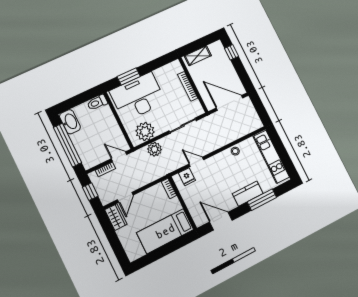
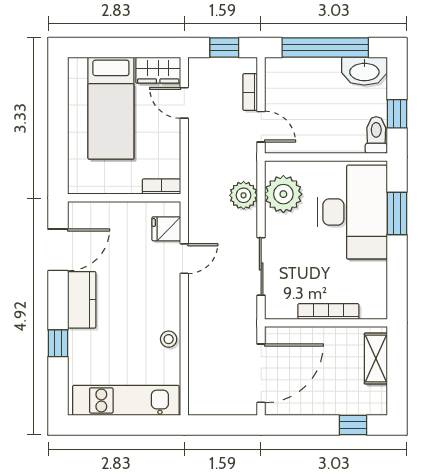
window: (83, 98) -> (397, 114), added
door: (119, 157) -> (261, 127), hinge flipped
kitchen counter: (248, 194) -> (82, 300), moved
window: (262, 200) -> (58, 343), width x0.46
bed: (165, 231) -> (111, 108), moved, turned 180

